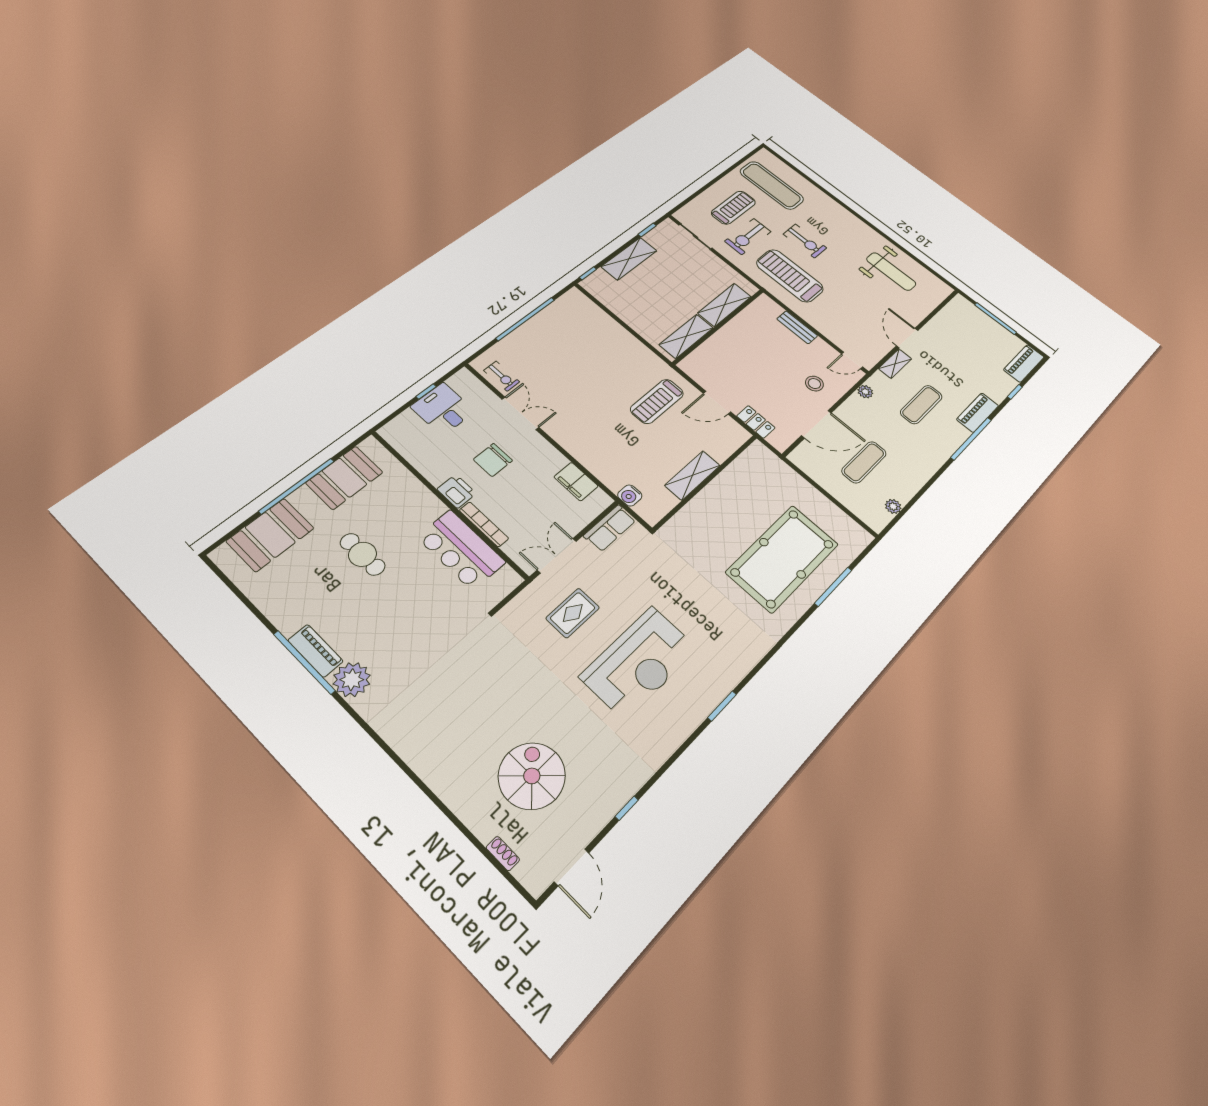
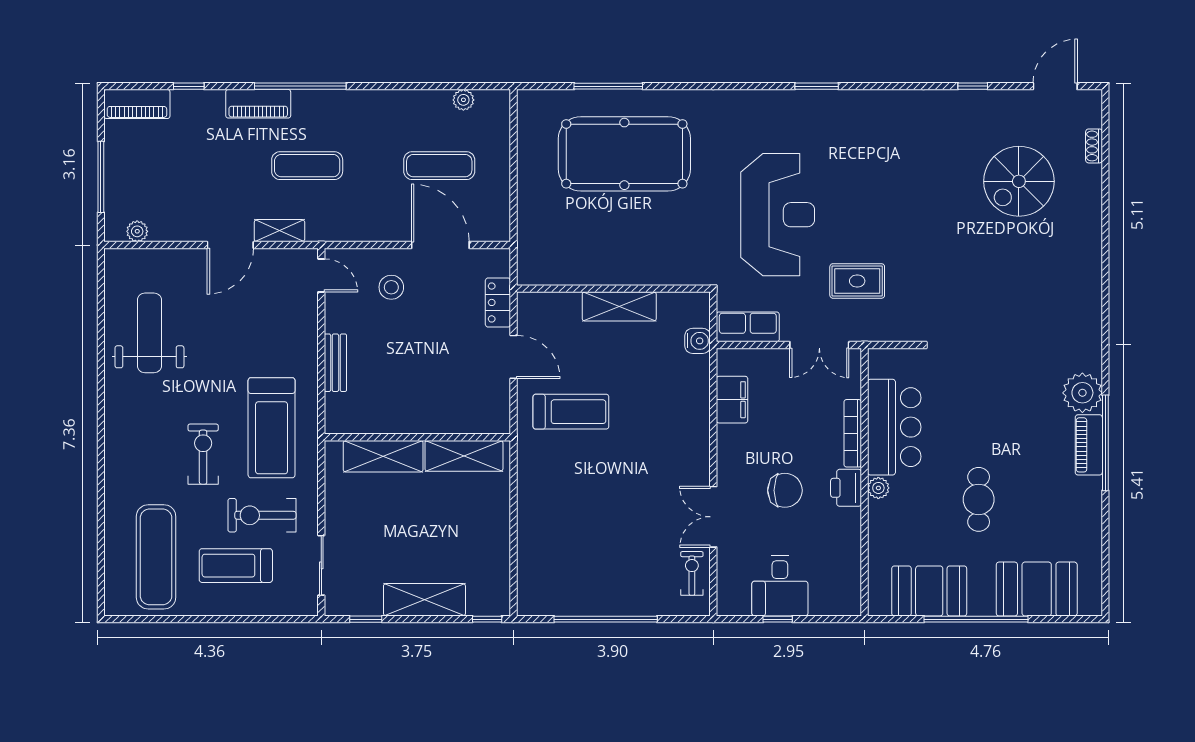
exercise bike: (748, 236) -> (262, 515), turned 180
plant: (865, 392) -> (137, 231), moved
plant: (436, 508) -> (878, 488), added
reception desk: (639, 663) -> (778, 215), moved, turned 90

